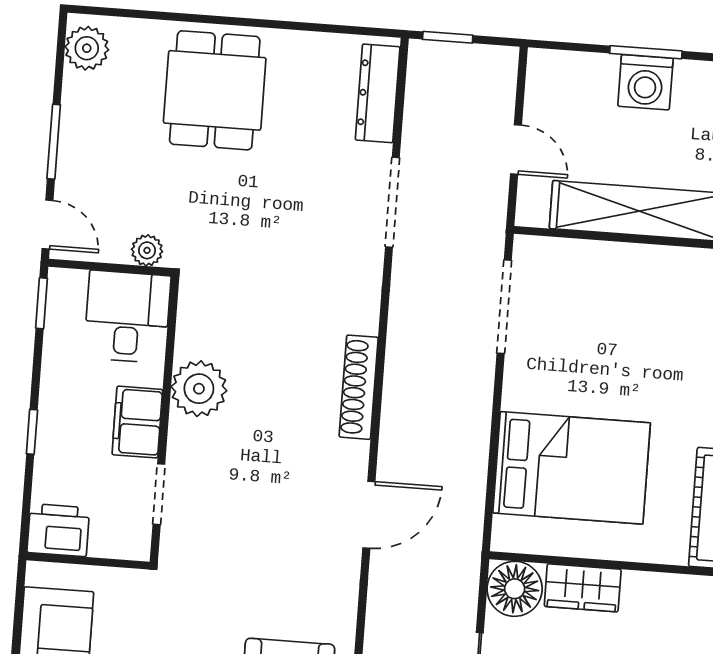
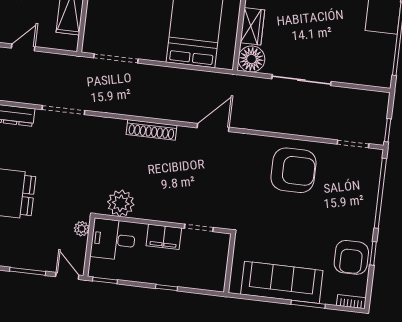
door: (516, 150) -> (23, 47), moved
door: (47, 225) -> (67, 276), hinge flipped
plant: (199, 389) -> (121, 203), moved
door: (369, 515) -> (213, 127), hinge flipped
printer: (58, 530) -> (214, 277), removed

